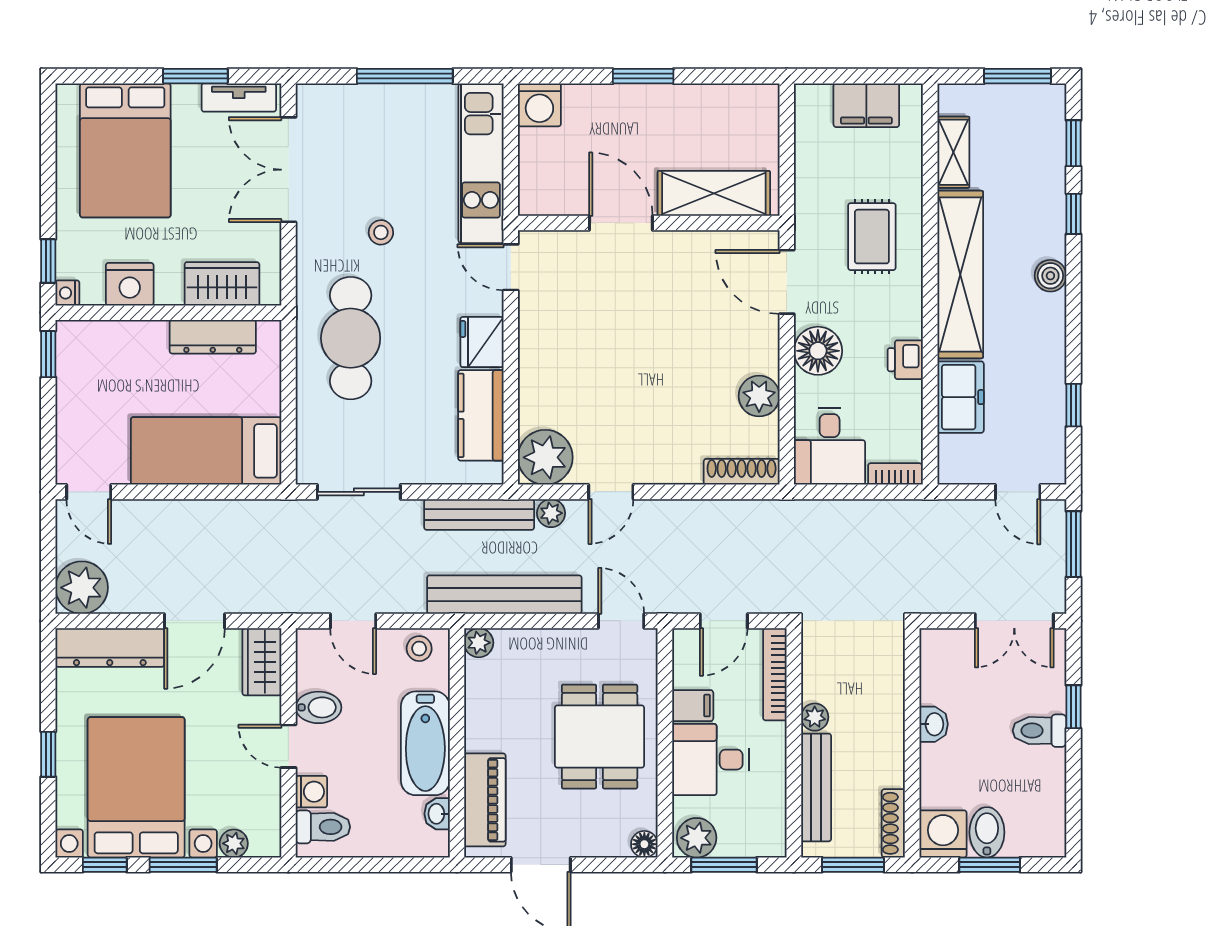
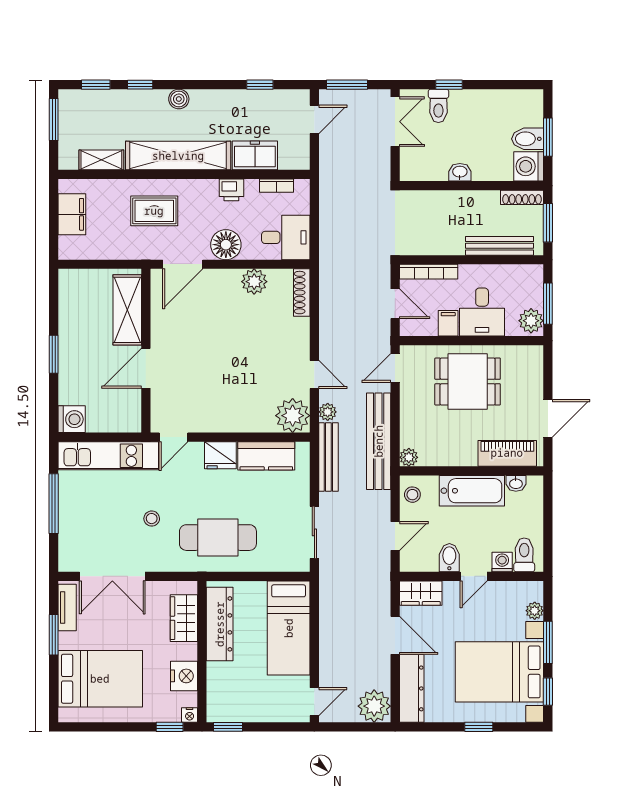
dresser: (213, 337) -> (220, 624), width x1.37, depth x1.24
bookcase: (895, 474) -> (277, 186), moved, turned -90
plant: (815, 717) -> (455, 247), removed
toilet: (1040, 731) -> (438, 106), moved
floor lamp: (644, 844) -> (535, 353), removed

